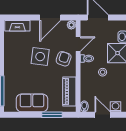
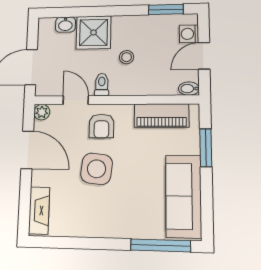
armchair: (64, 59) -> (101, 126), turned -109
sofa: (32, 103) -> (183, 196), width x1.36

